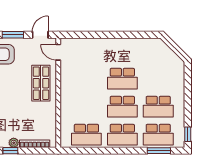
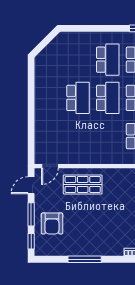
door: (40, 35) -> (31, 185), hinge flipped

